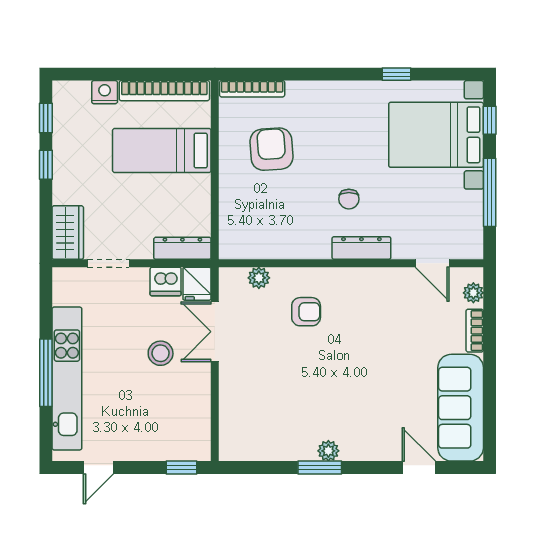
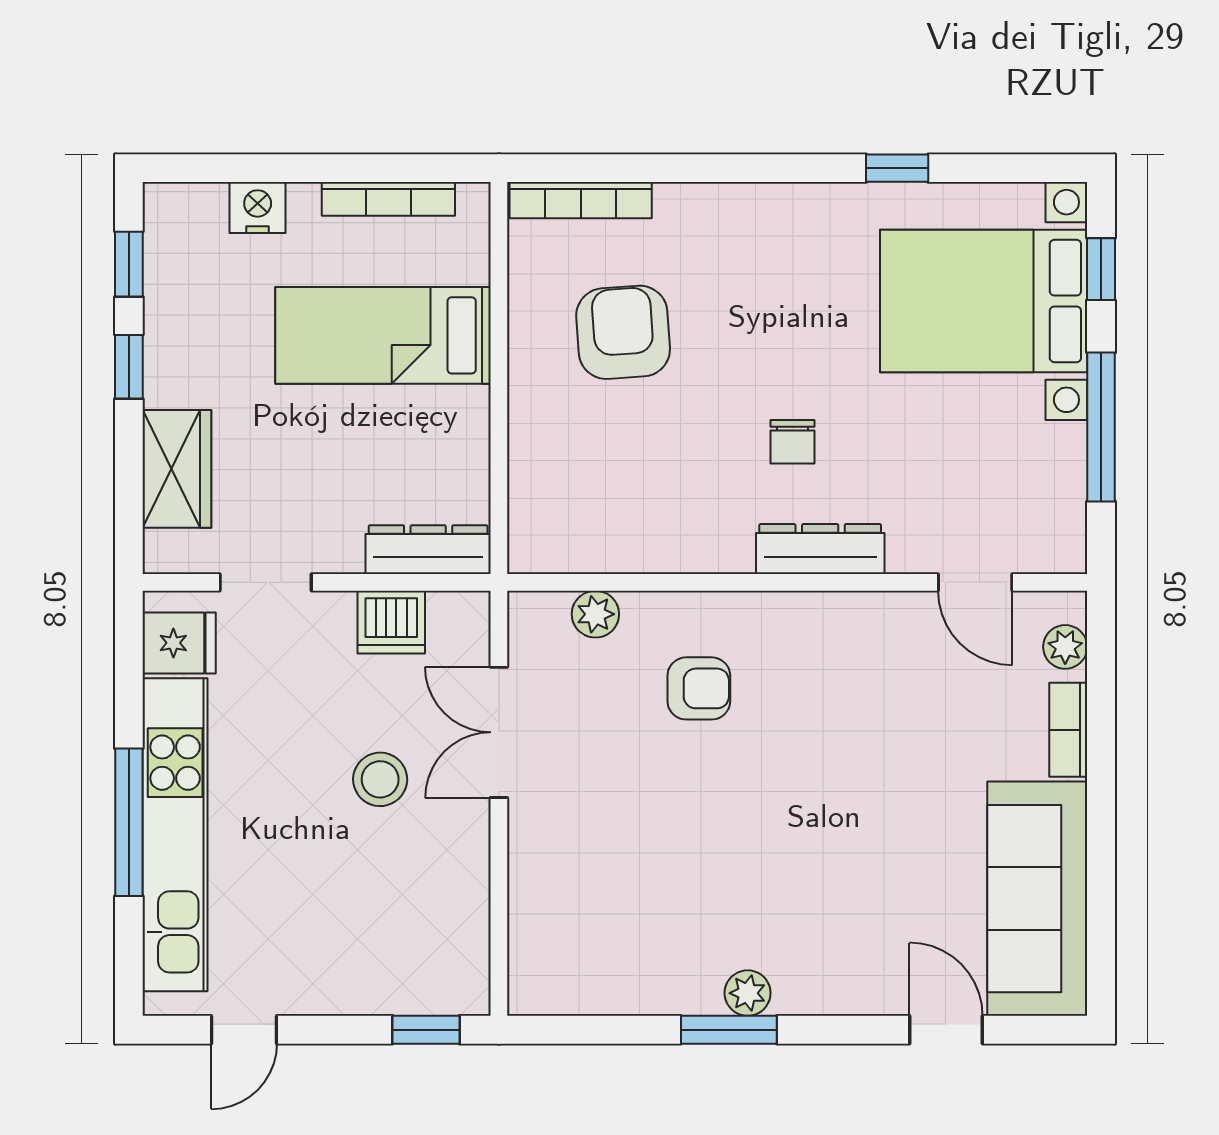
bookcase: (164, 91) -> (388, 199), width x0.68, depth x0.76
wardrobe: (68, 233) -> (177, 469), moved
fridge: (197, 284) -> (179, 643), moved, turned -90

